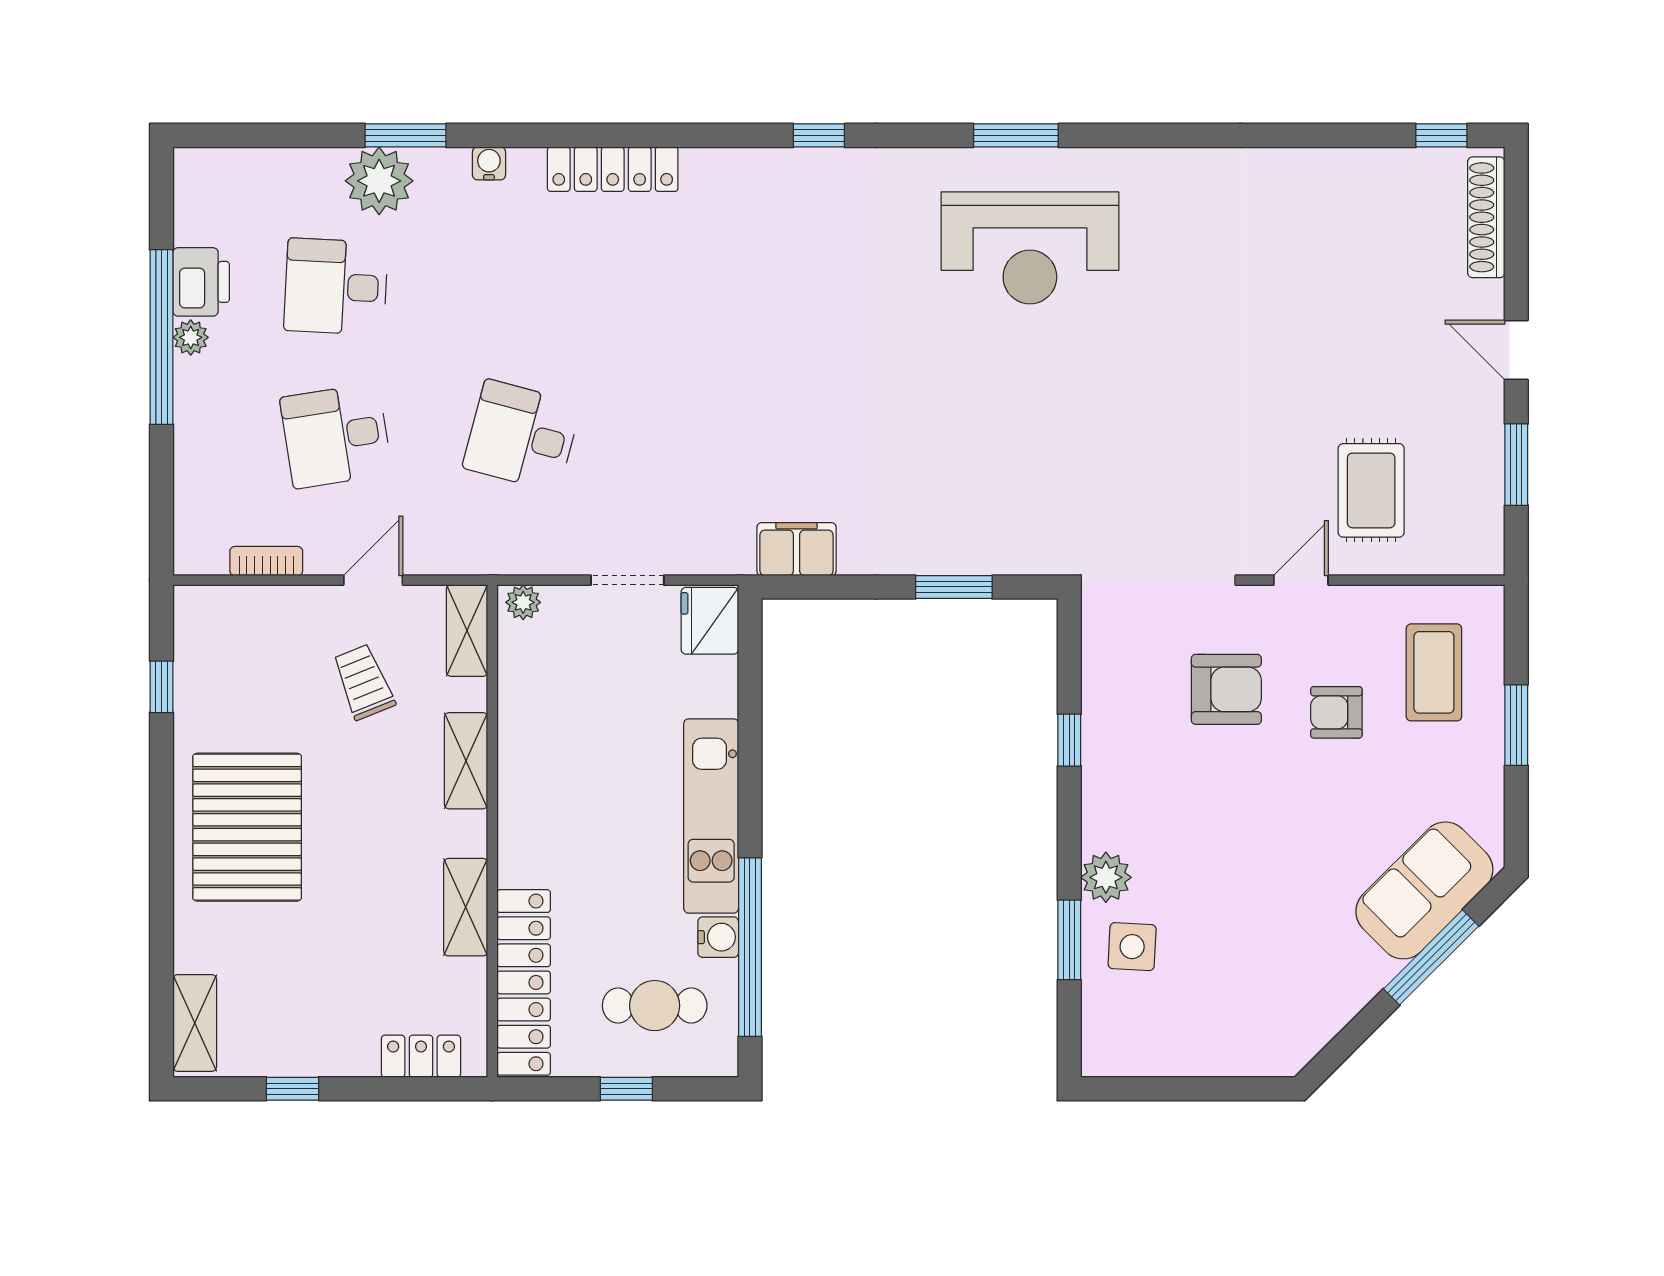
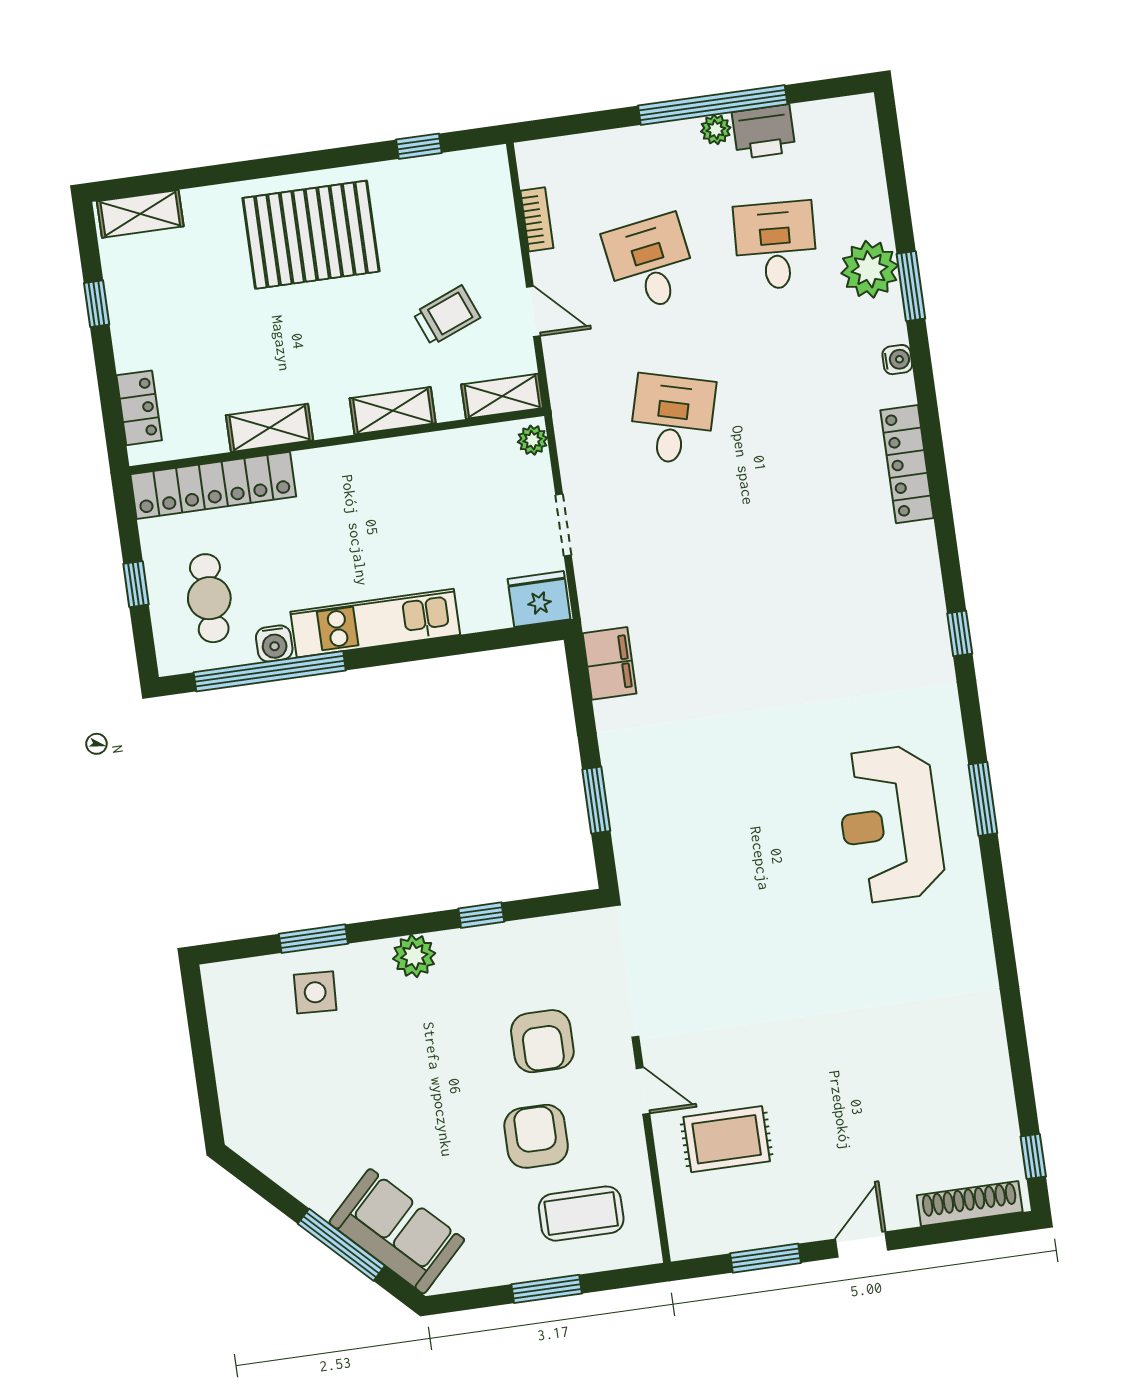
armchair: (1336, 712) -> (536, 1136), width x1.38, depth x1.38
plant: (1106, 877) -> (414, 956), moved

